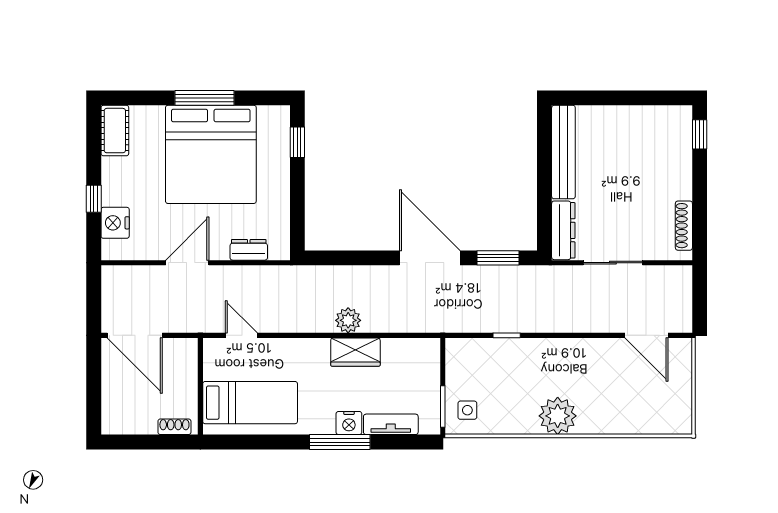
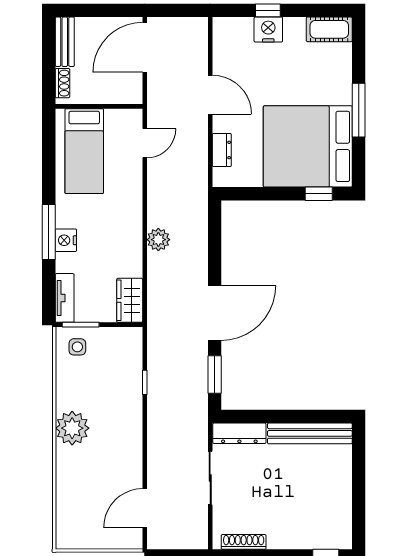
bed: (211, 154) -> (308, 146), moved
nightstand: (115, 223) -> (268, 30), moved
wardrobe: (355, 352) -> (130, 300), moved
bench: (129, 424) -> (65, 42), added
tv unit: (391, 424) -> (65, 298), moved

